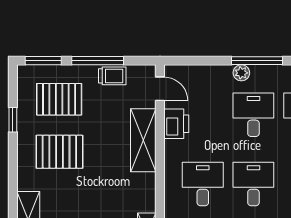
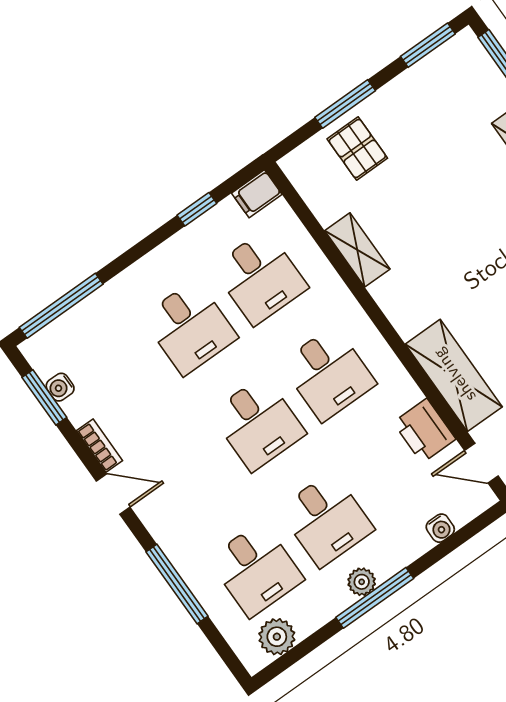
water cooler: (202, 72) -> (440, 528), added
plant: (241, 73) -> (362, 582), moved

